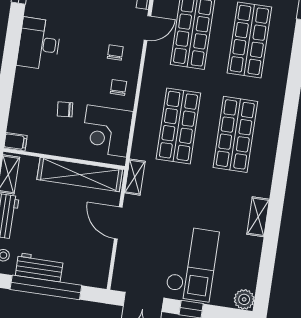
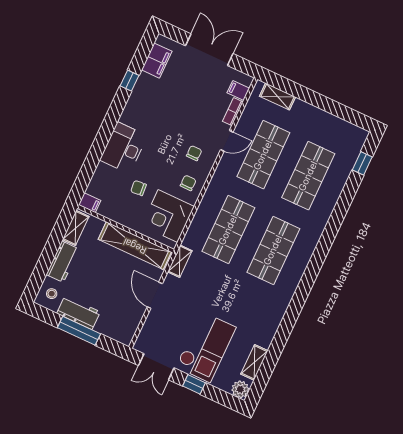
desk: (39, 44) -> (123, 148), moved
shelving: (258, 217) -> (254, 362), moved
window: (46, 287) -> (79, 331), width x0.68

